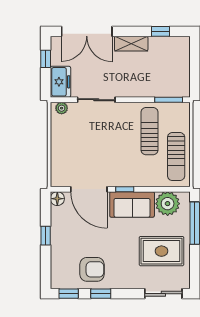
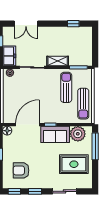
double door: (87, 31) -> (26, 24), width x0.73
shelving: (131, 44) -> (58, 61), moved
door: (89, 189) -> (27, 125), swing flipped
armchair: (92, 269) -> (21, 170), moved, turned 180
sliding door: (163, 294) -> (65, 191), moved

